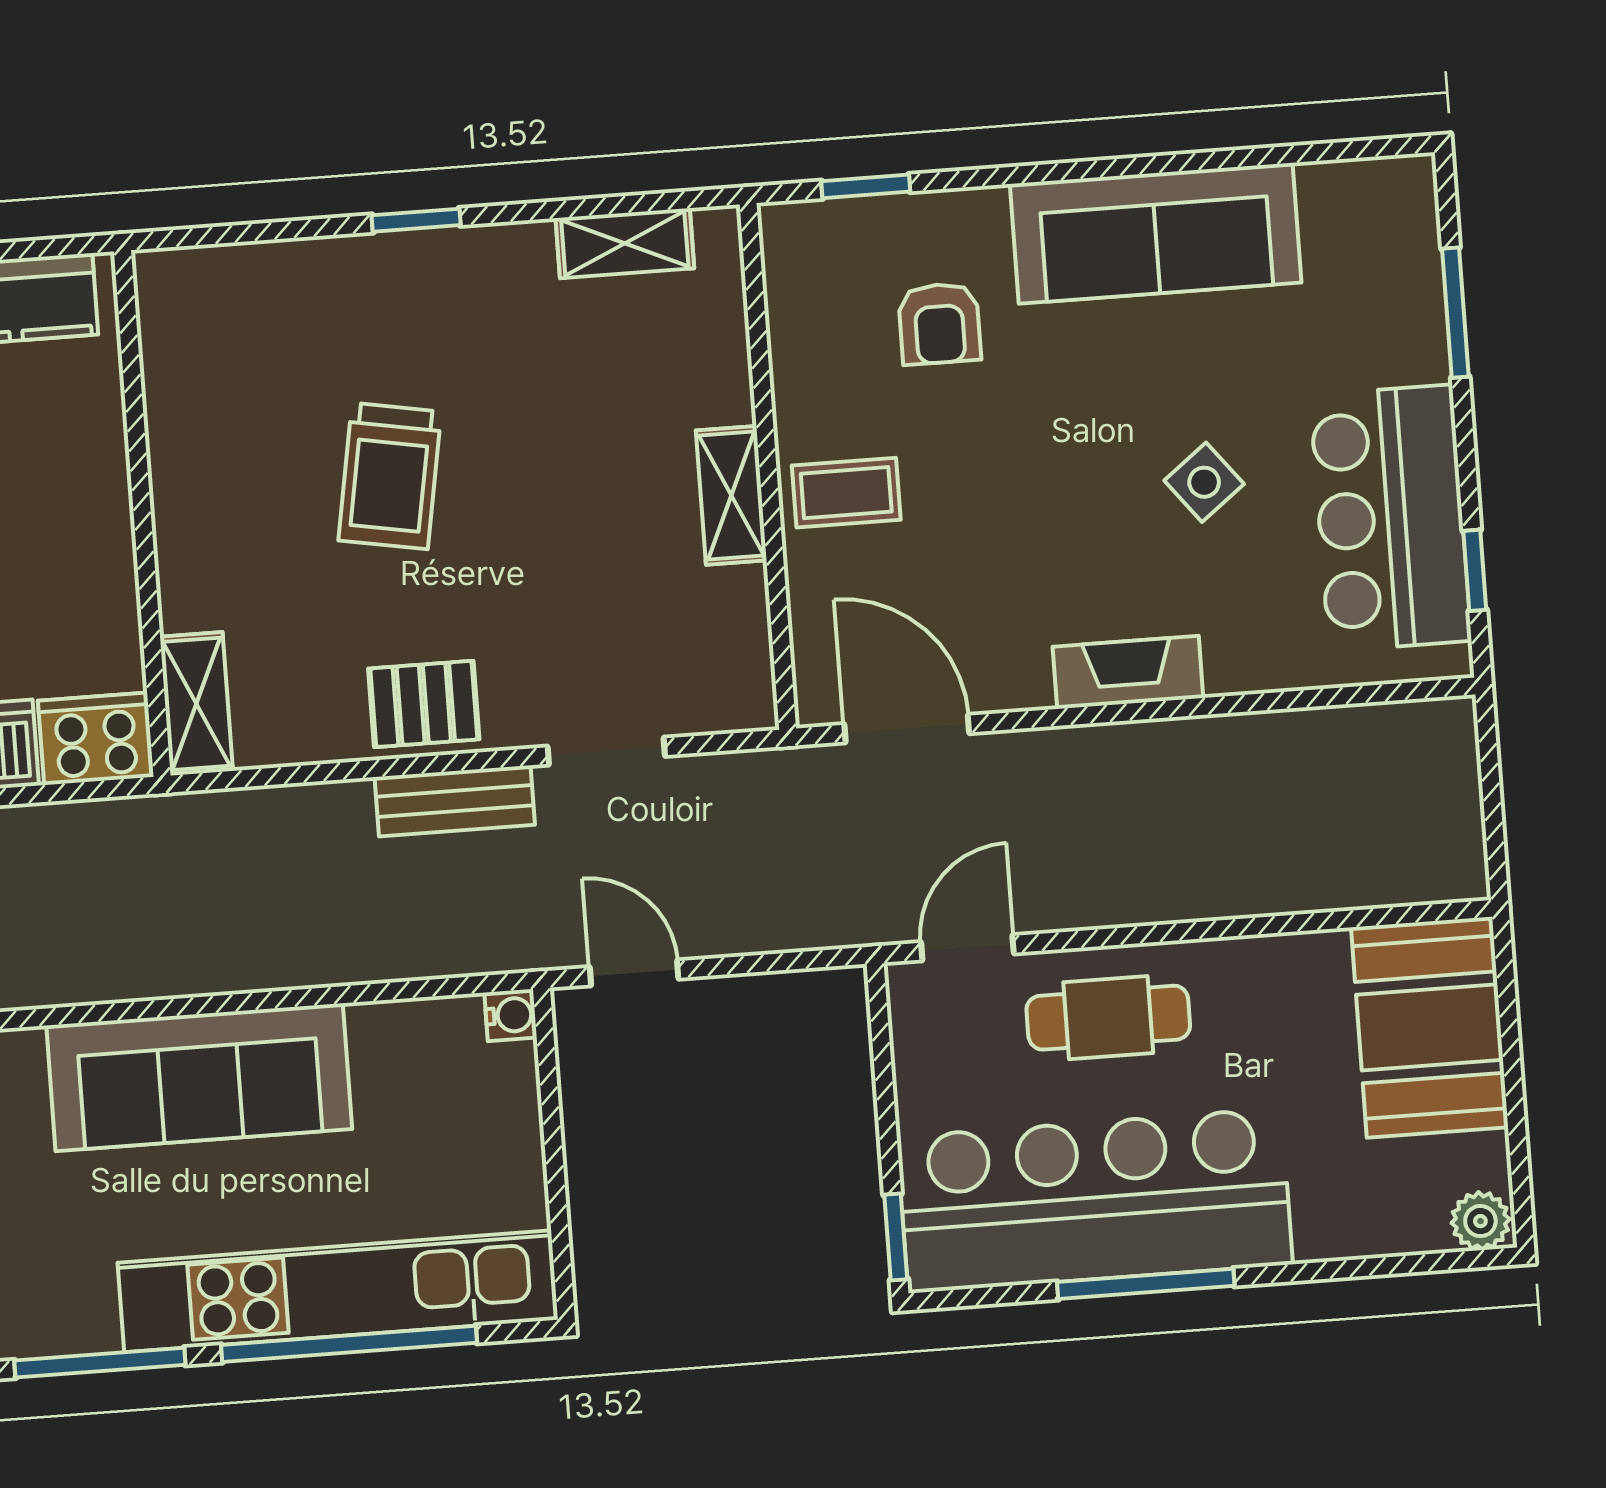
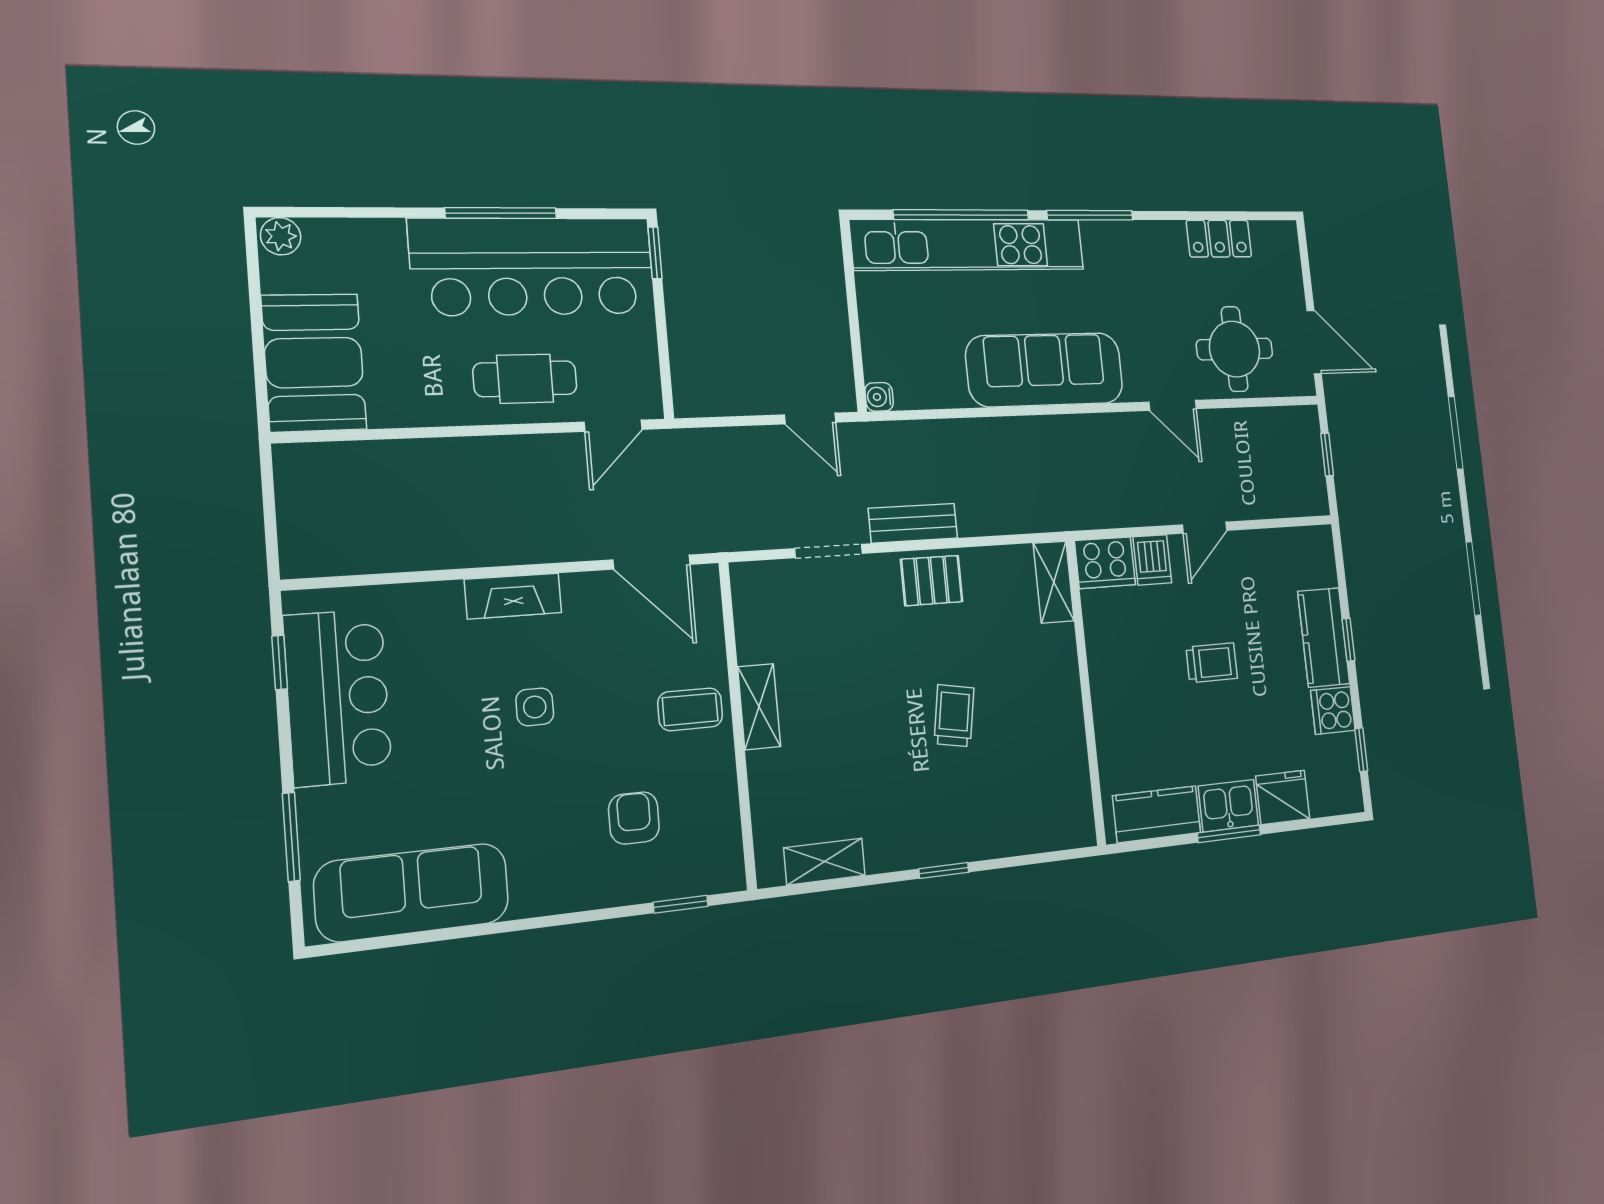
sofa: (1156, 233) -> (412, 892), moved
trolley: (390, 476) -> (954, 716), width x0.73, depth x0.72
side table: (1204, 482) -> (535, 707), moved, turned 38

